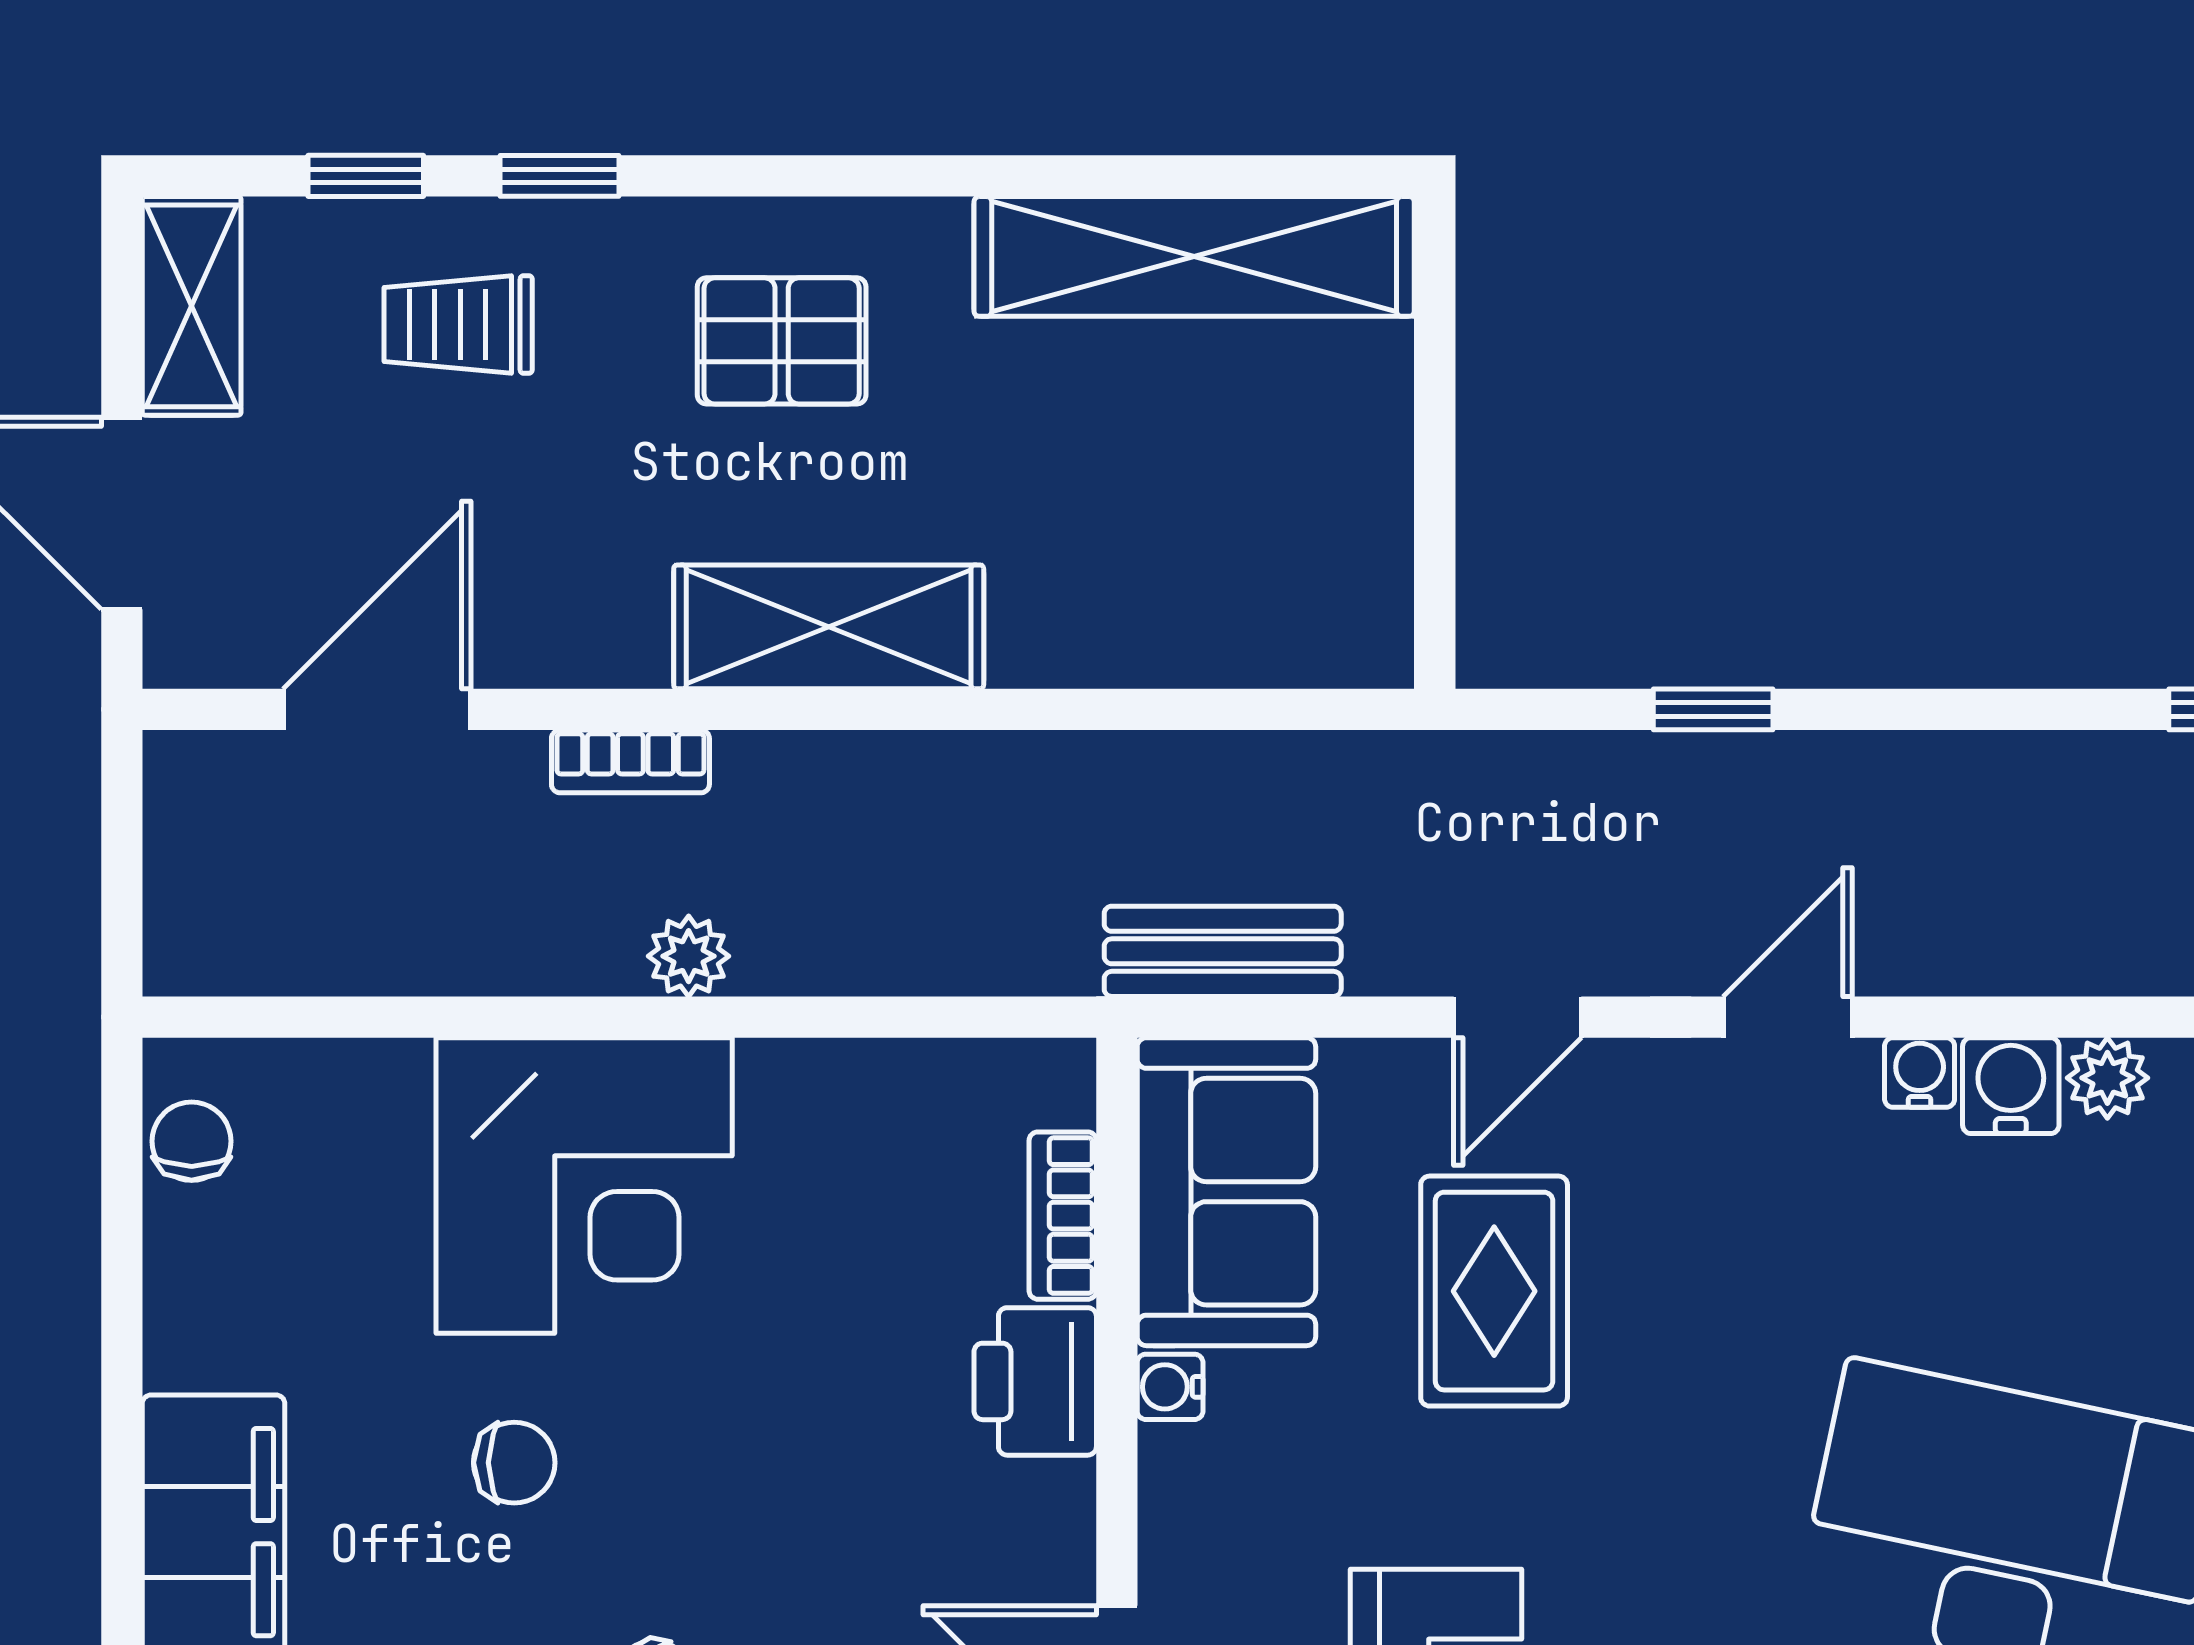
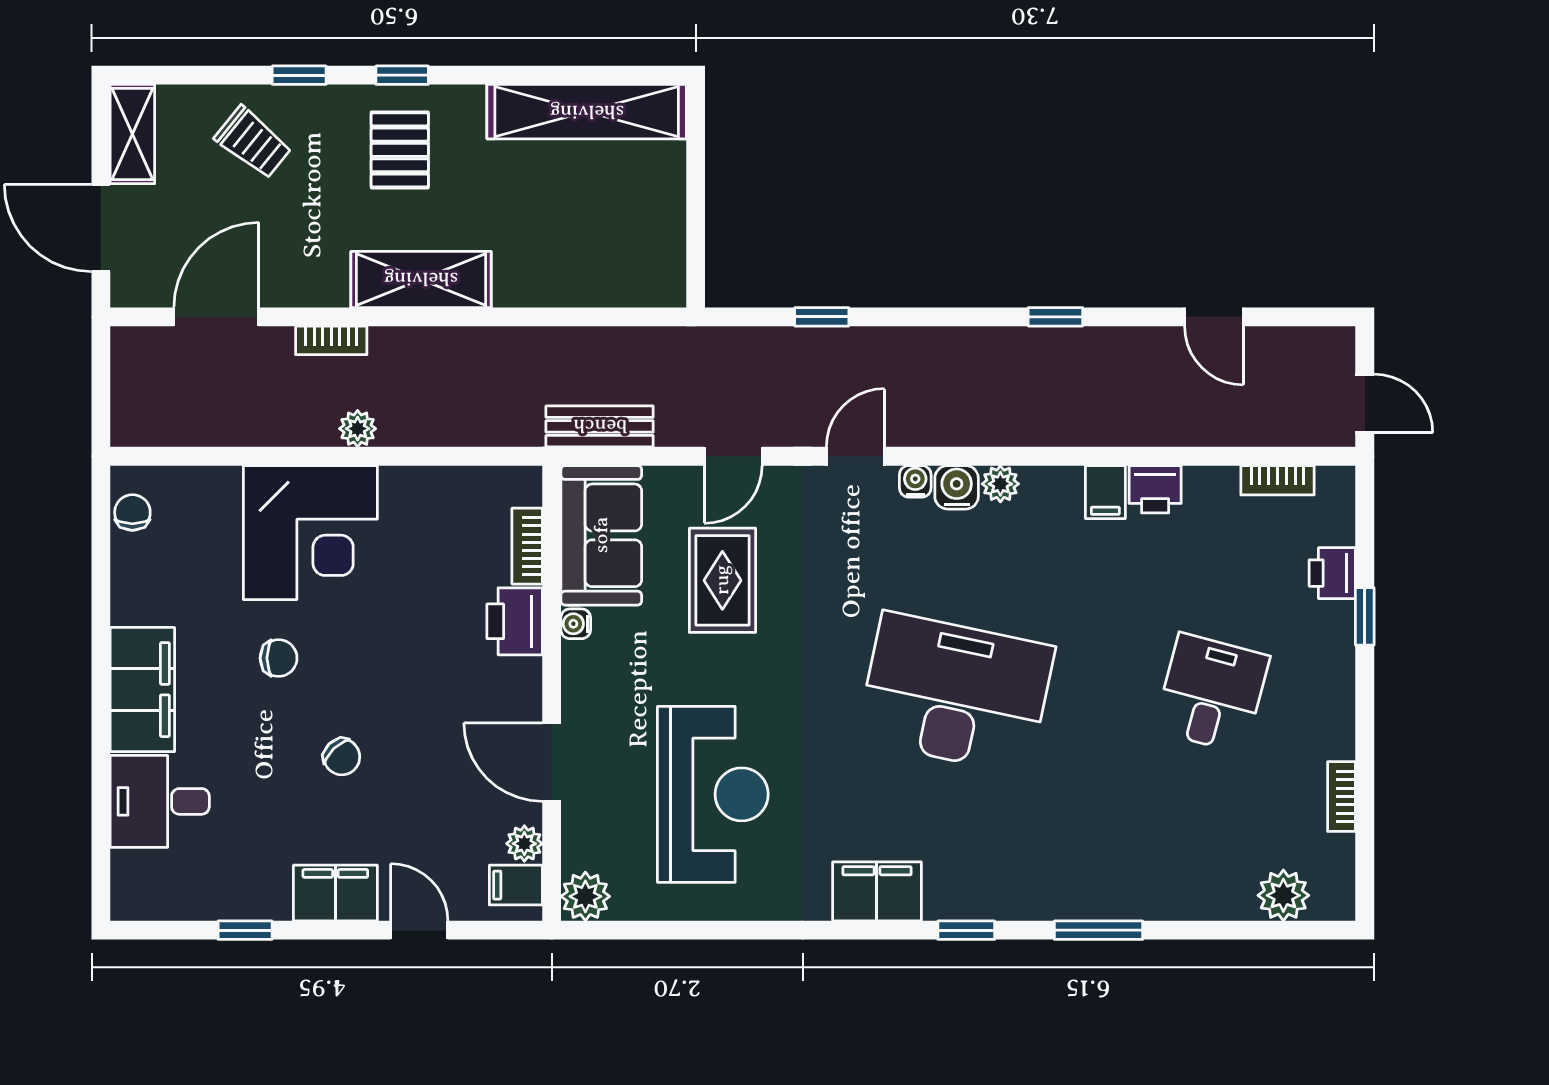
window: (366, 176) -> (402, 75), moved
trolley: (458, 324) -> (253, 142), turned -141
pallet: (782, 341) -> (400, 150), turned 90

